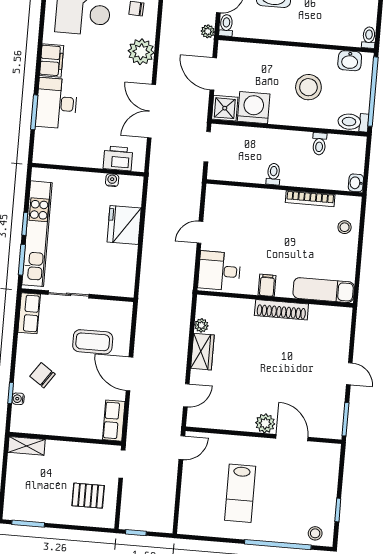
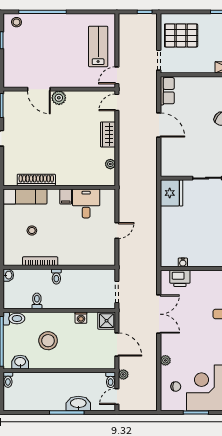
plant: (141, 52) -> (165, 360), width x0.53, depth x0.53
washing machine: (254, 108) -> (81, 318), width x0.53, depth x0.53
toilet: (273, 174) -> (56, 276), moved
fridge: (124, 225) -> (172, 193), moved
stool: (345, 227) -> (32, 231), moved
desk: (219, 271) -> (86, 203), moved, turned -90
shoe rack: (281, 310) -> (36, 180), moved
coffee table: (93, 342) -> (187, 146), removed
wardrobe: (202, 352) -> (108, 134), moved
door: (186, 395) -> (117, 102), moved
lab bench: (240, 493) -> (98, 46), moved
pallet: (88, 496) -> (181, 35), width x1.50, depth x1.42

